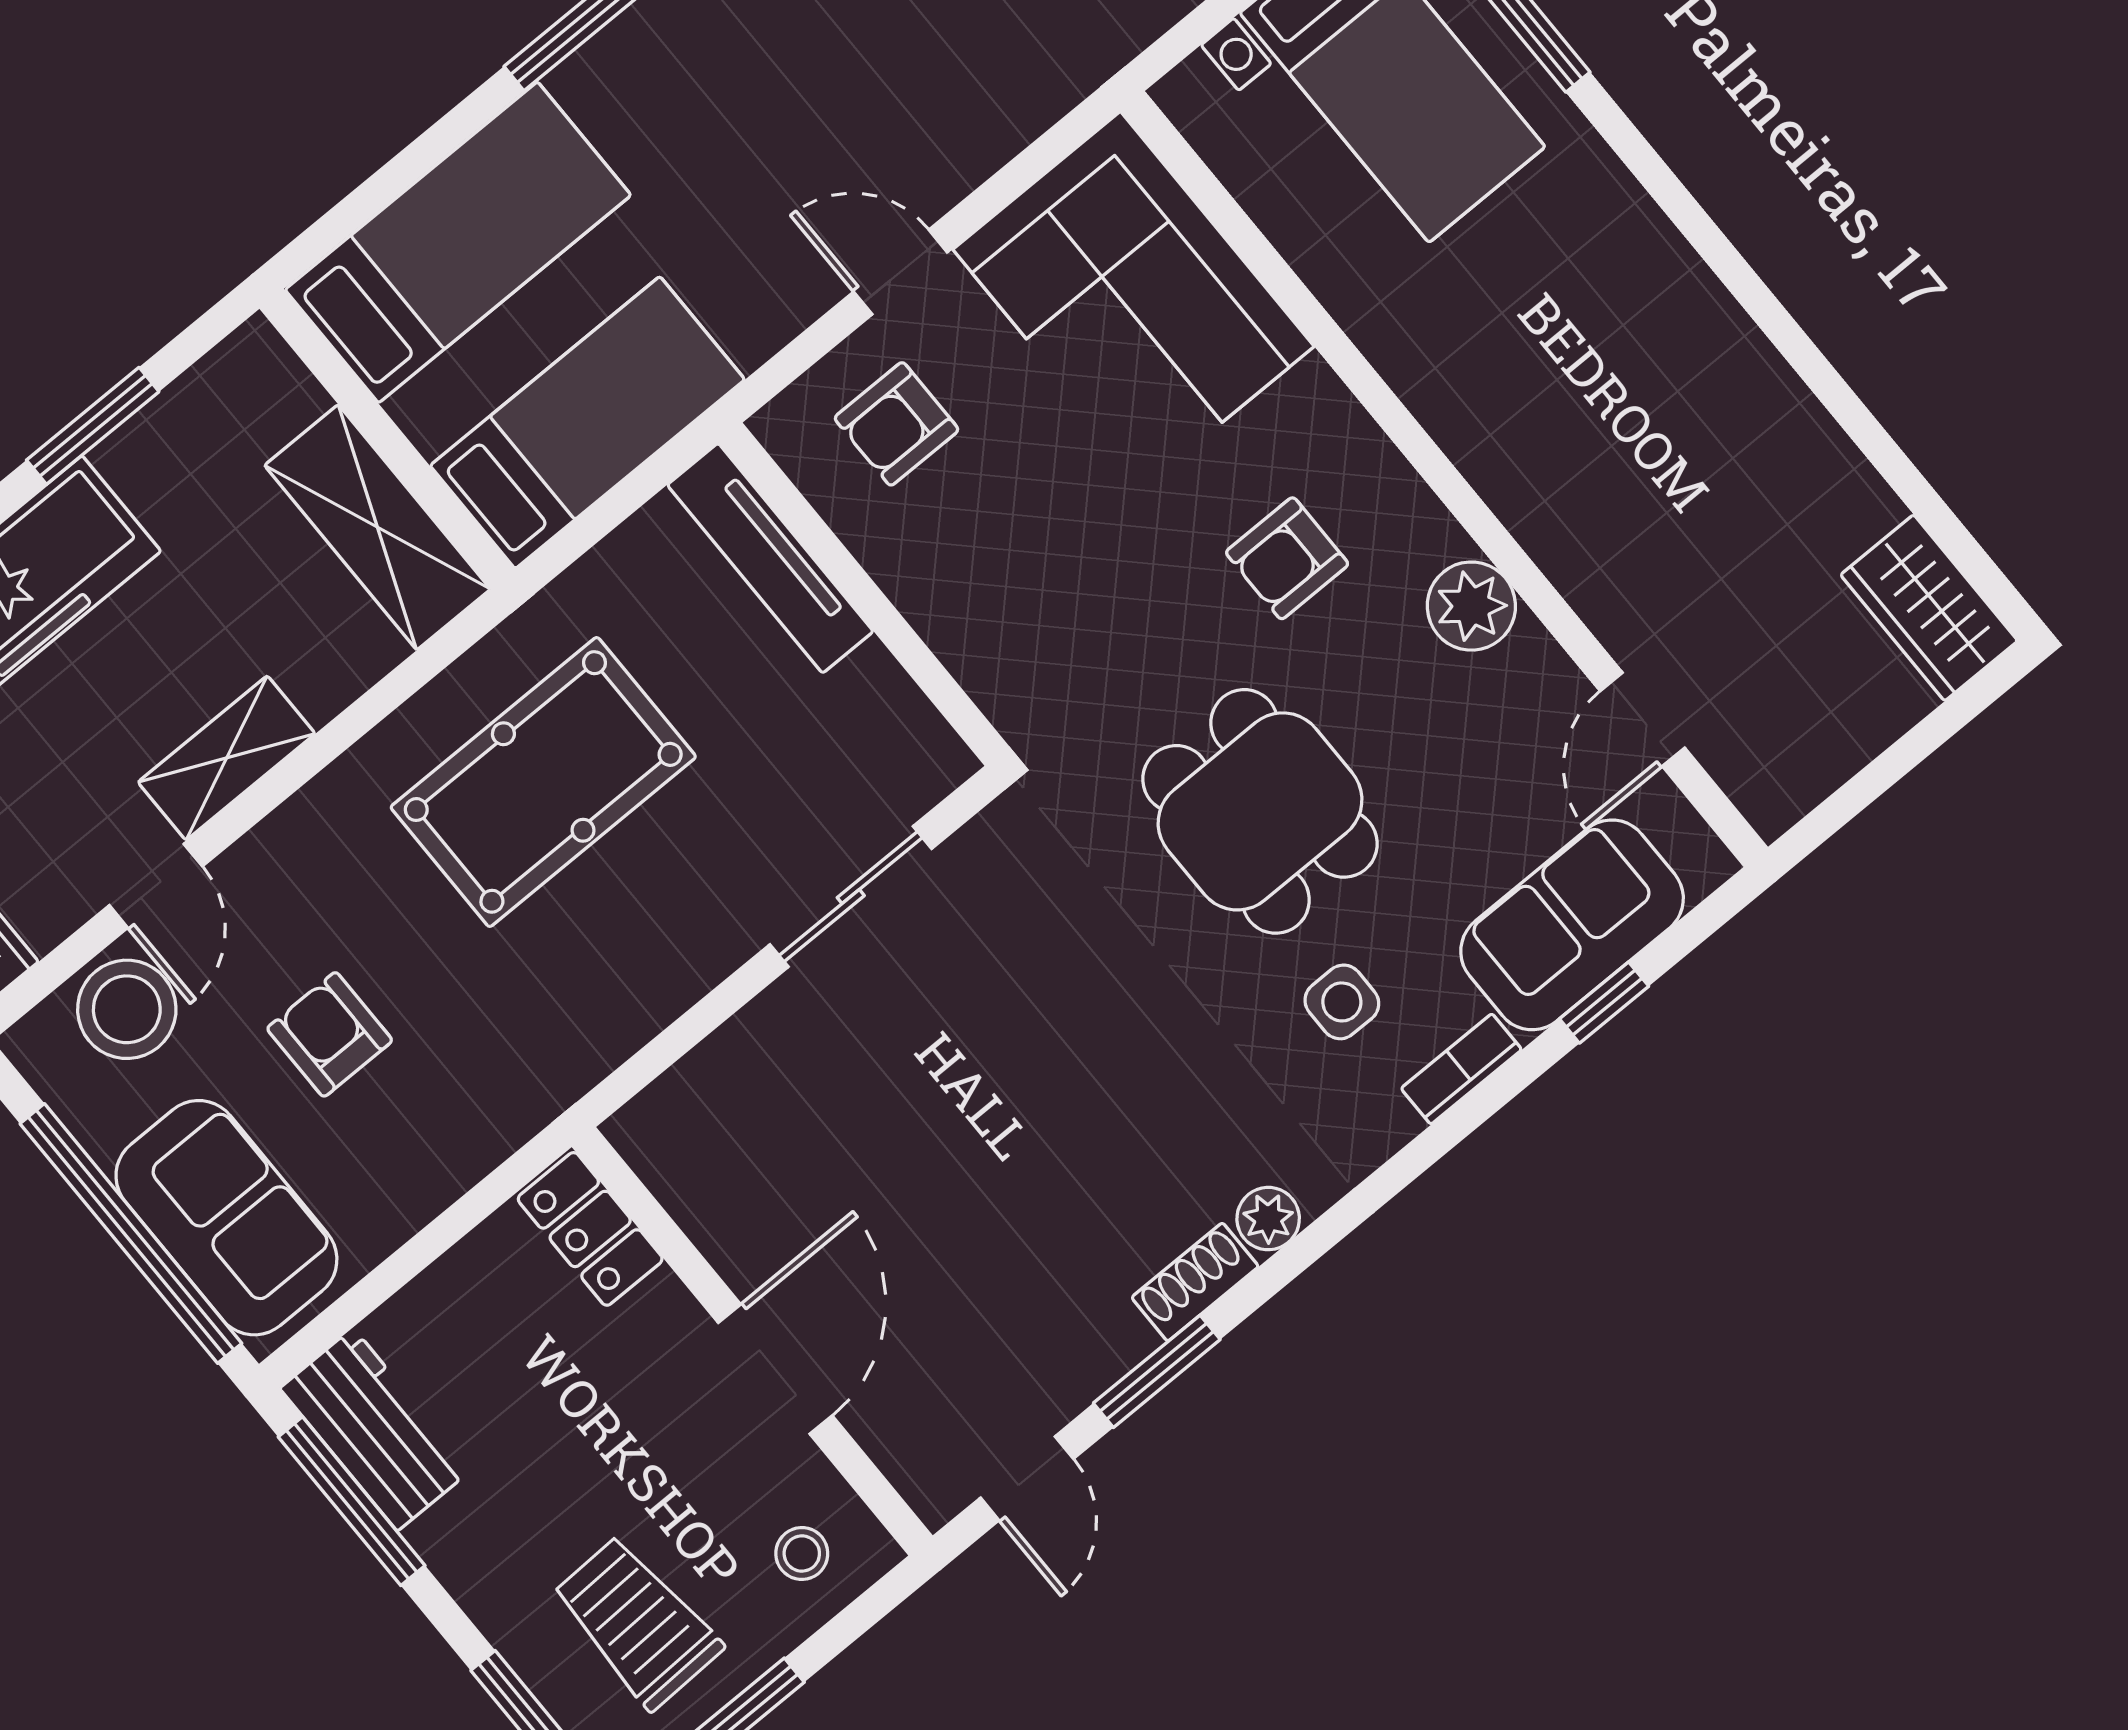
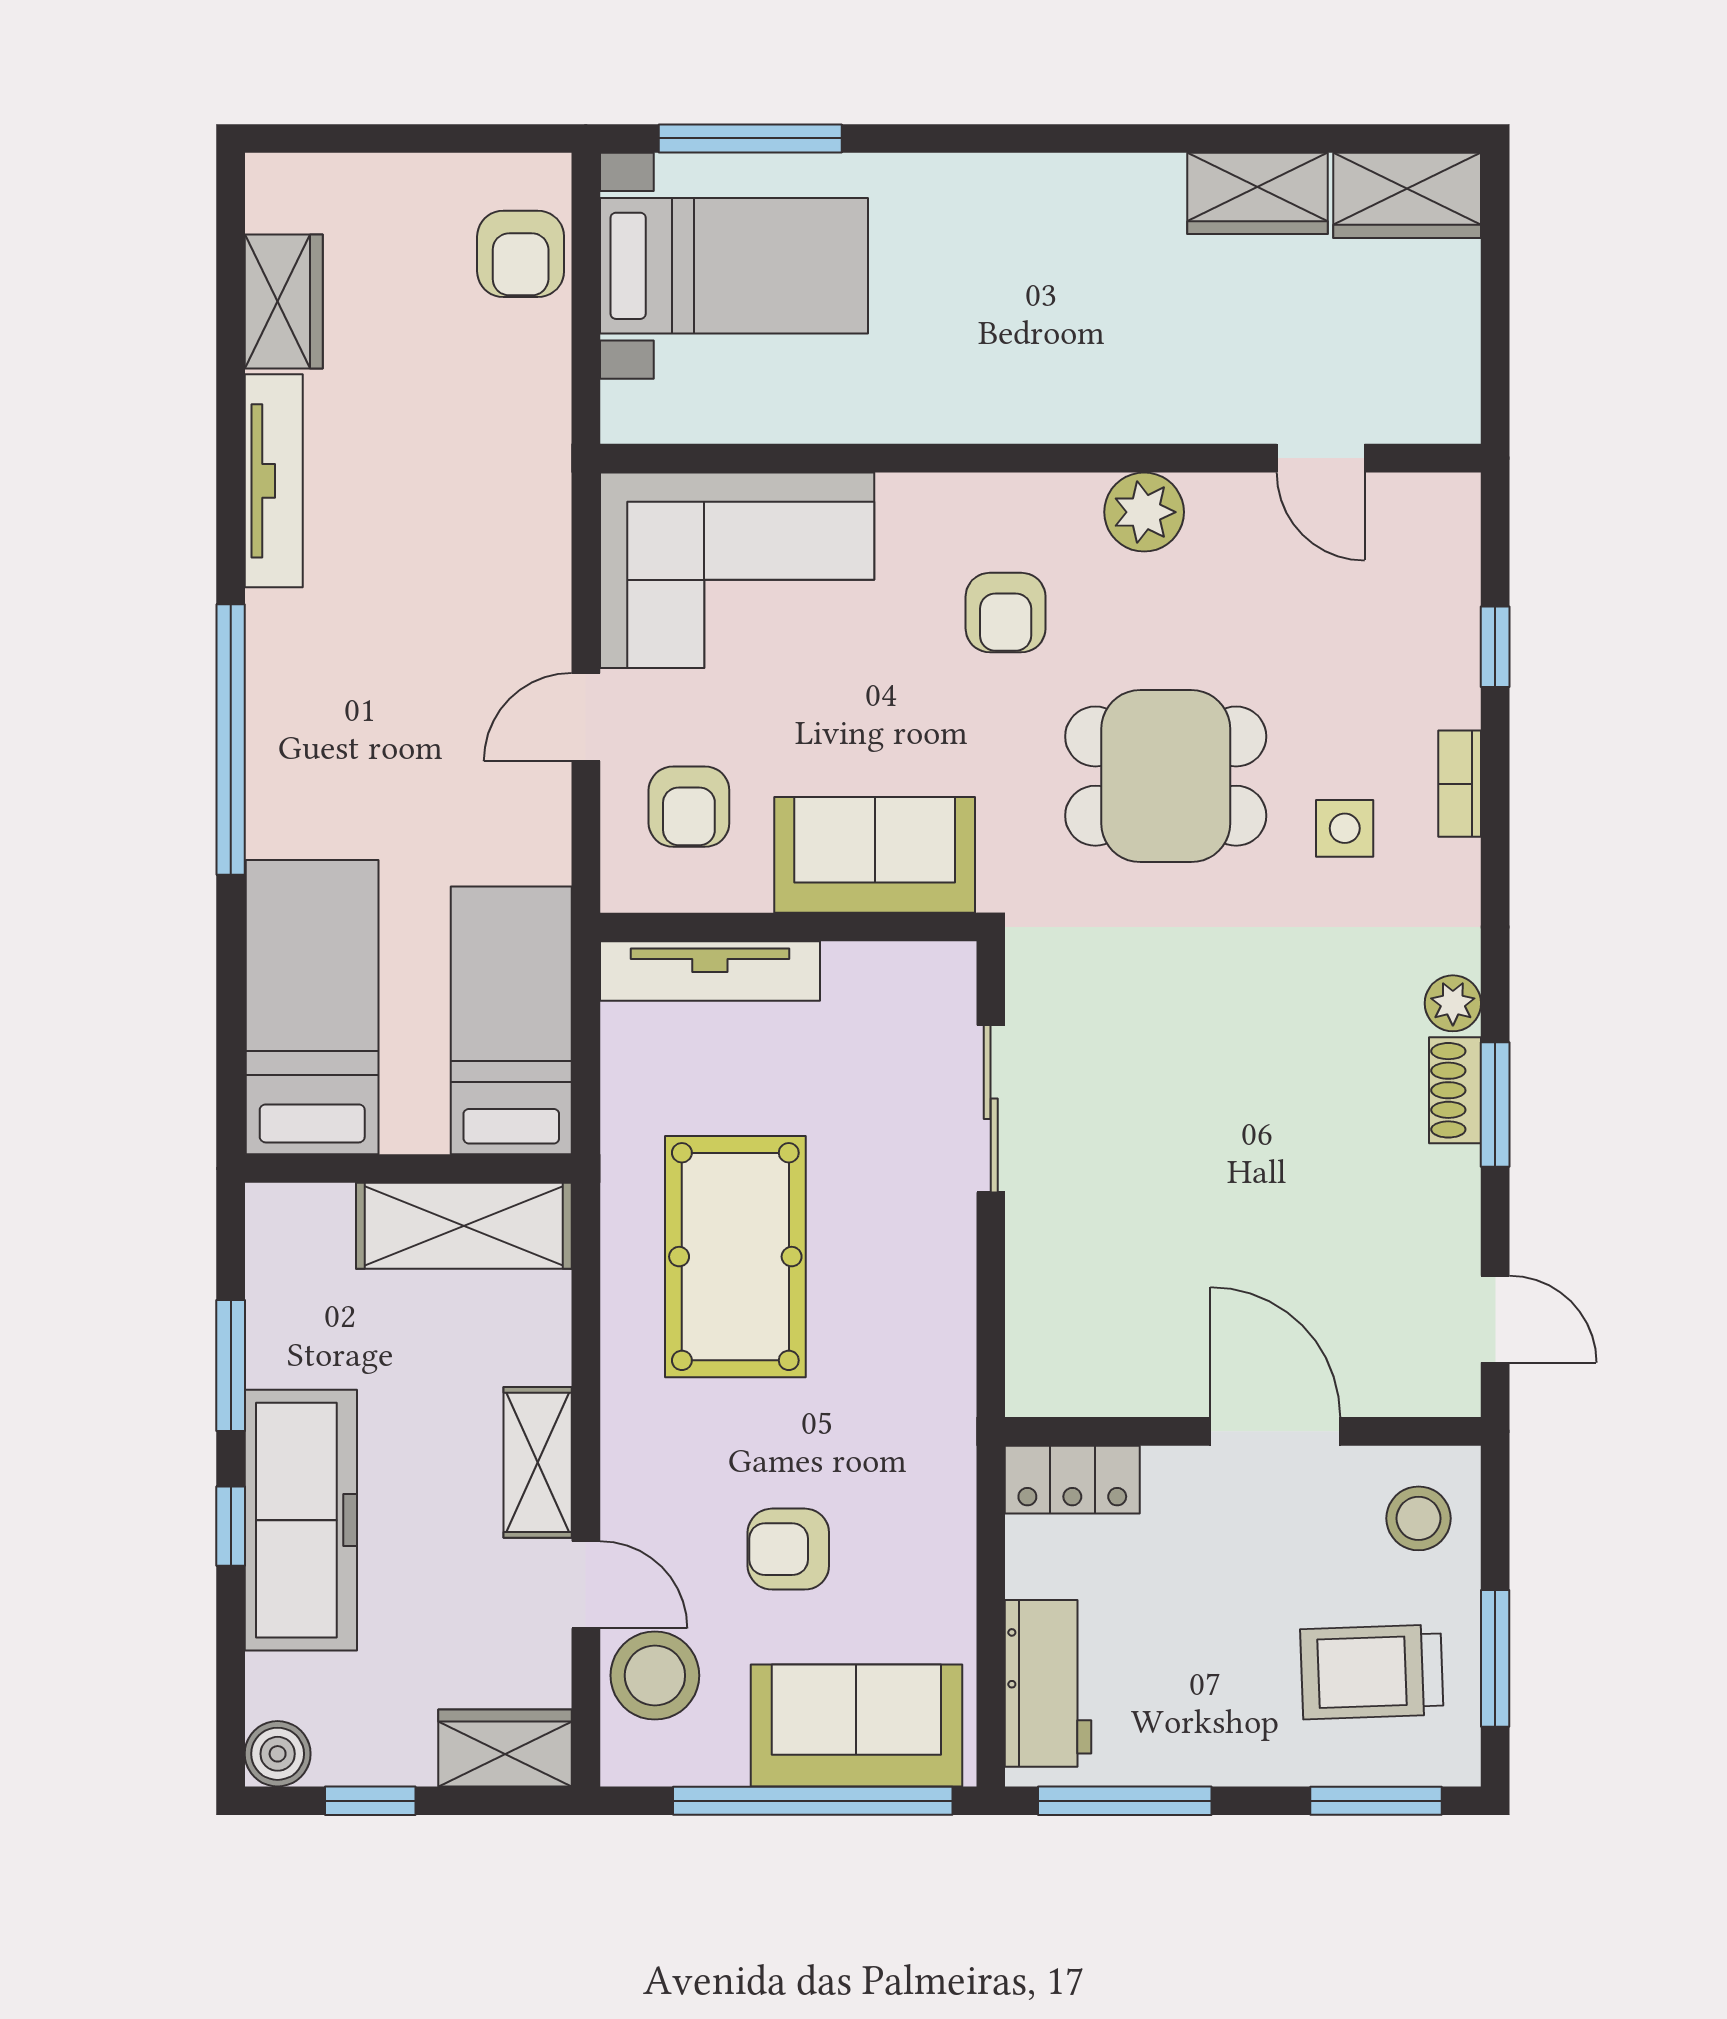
wardrobe: (1825, 478) -> (1258, 193), added
sofa: (1572, 925) -> (875, 855), moved, turned 90
window: (1157, 1371) -> (1495, 1105), moved
workbench: (375, 1429) -> (1048, 1683), moved, turned 90
stool: (802, 1554) -> (1419, 1518), width x1.37, depth x1.37

